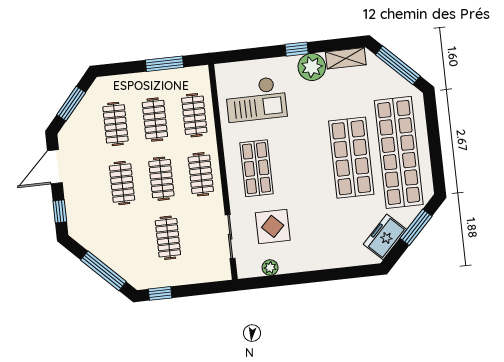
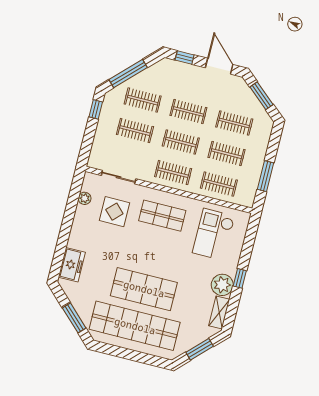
window: (398, 65) -> (200, 349), width x0.69
freezer: (385, 237) -> (72, 265), moved, turned 46
clothes rail: (129, 242) -> (143, 100), added

